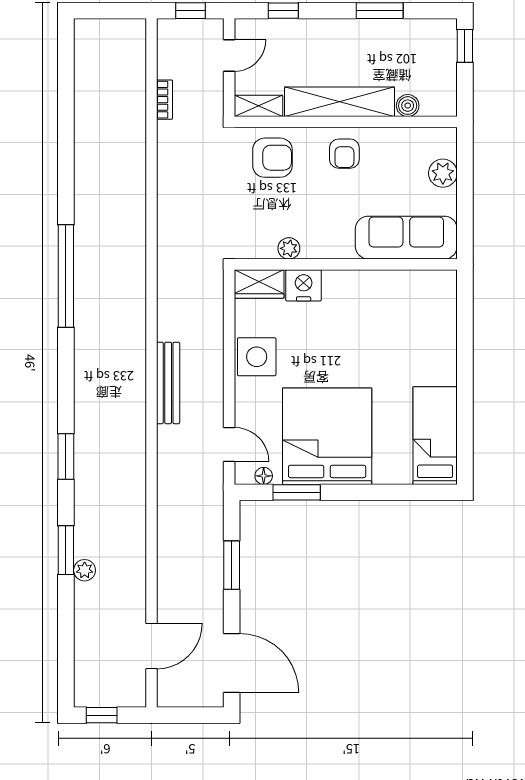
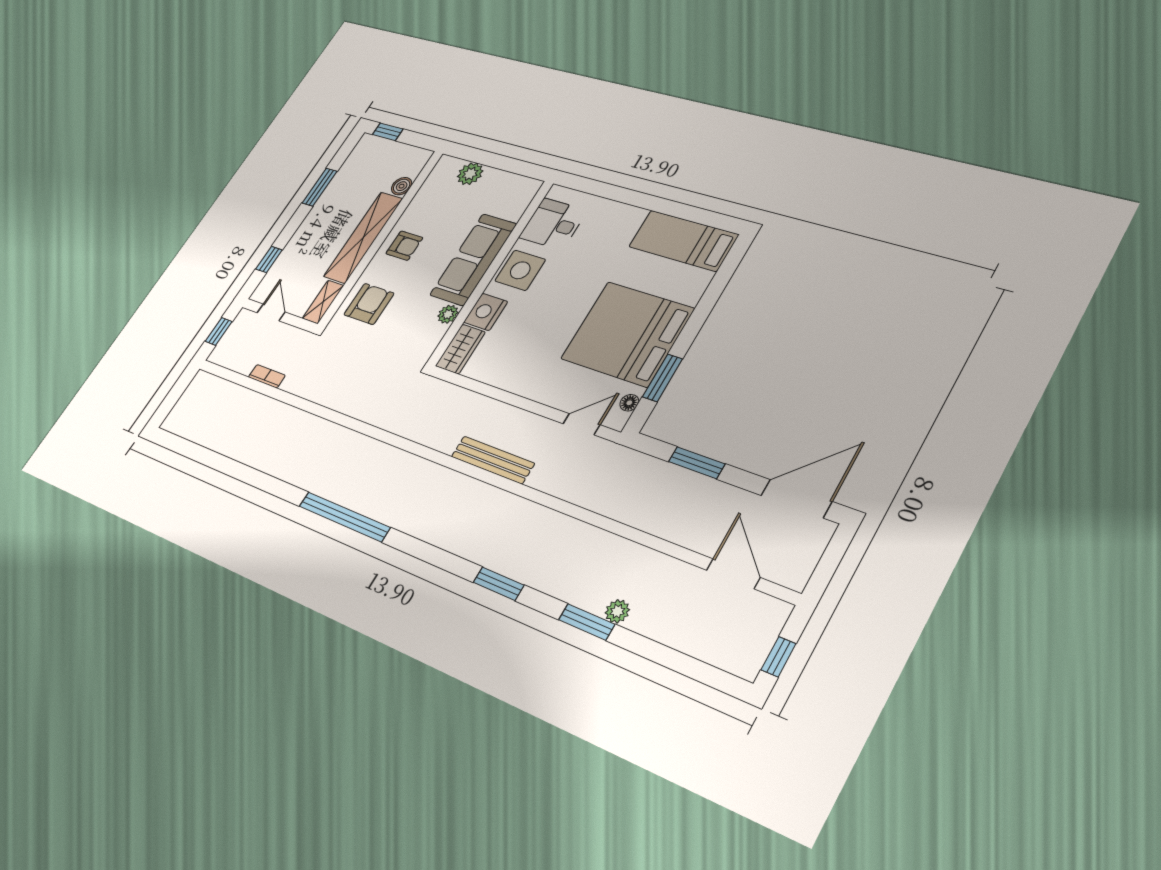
sofa: (406, 238) -> (473, 259), moved
desk: (414, 297) -> (553, 224), added
side table: (257, 357) -> (520, 270), moved

